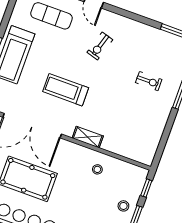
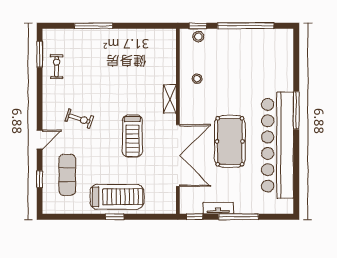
exercise bike: (149, 81) -> (57, 67), moved
stool: (123, 206) -> (198, 37), moved

